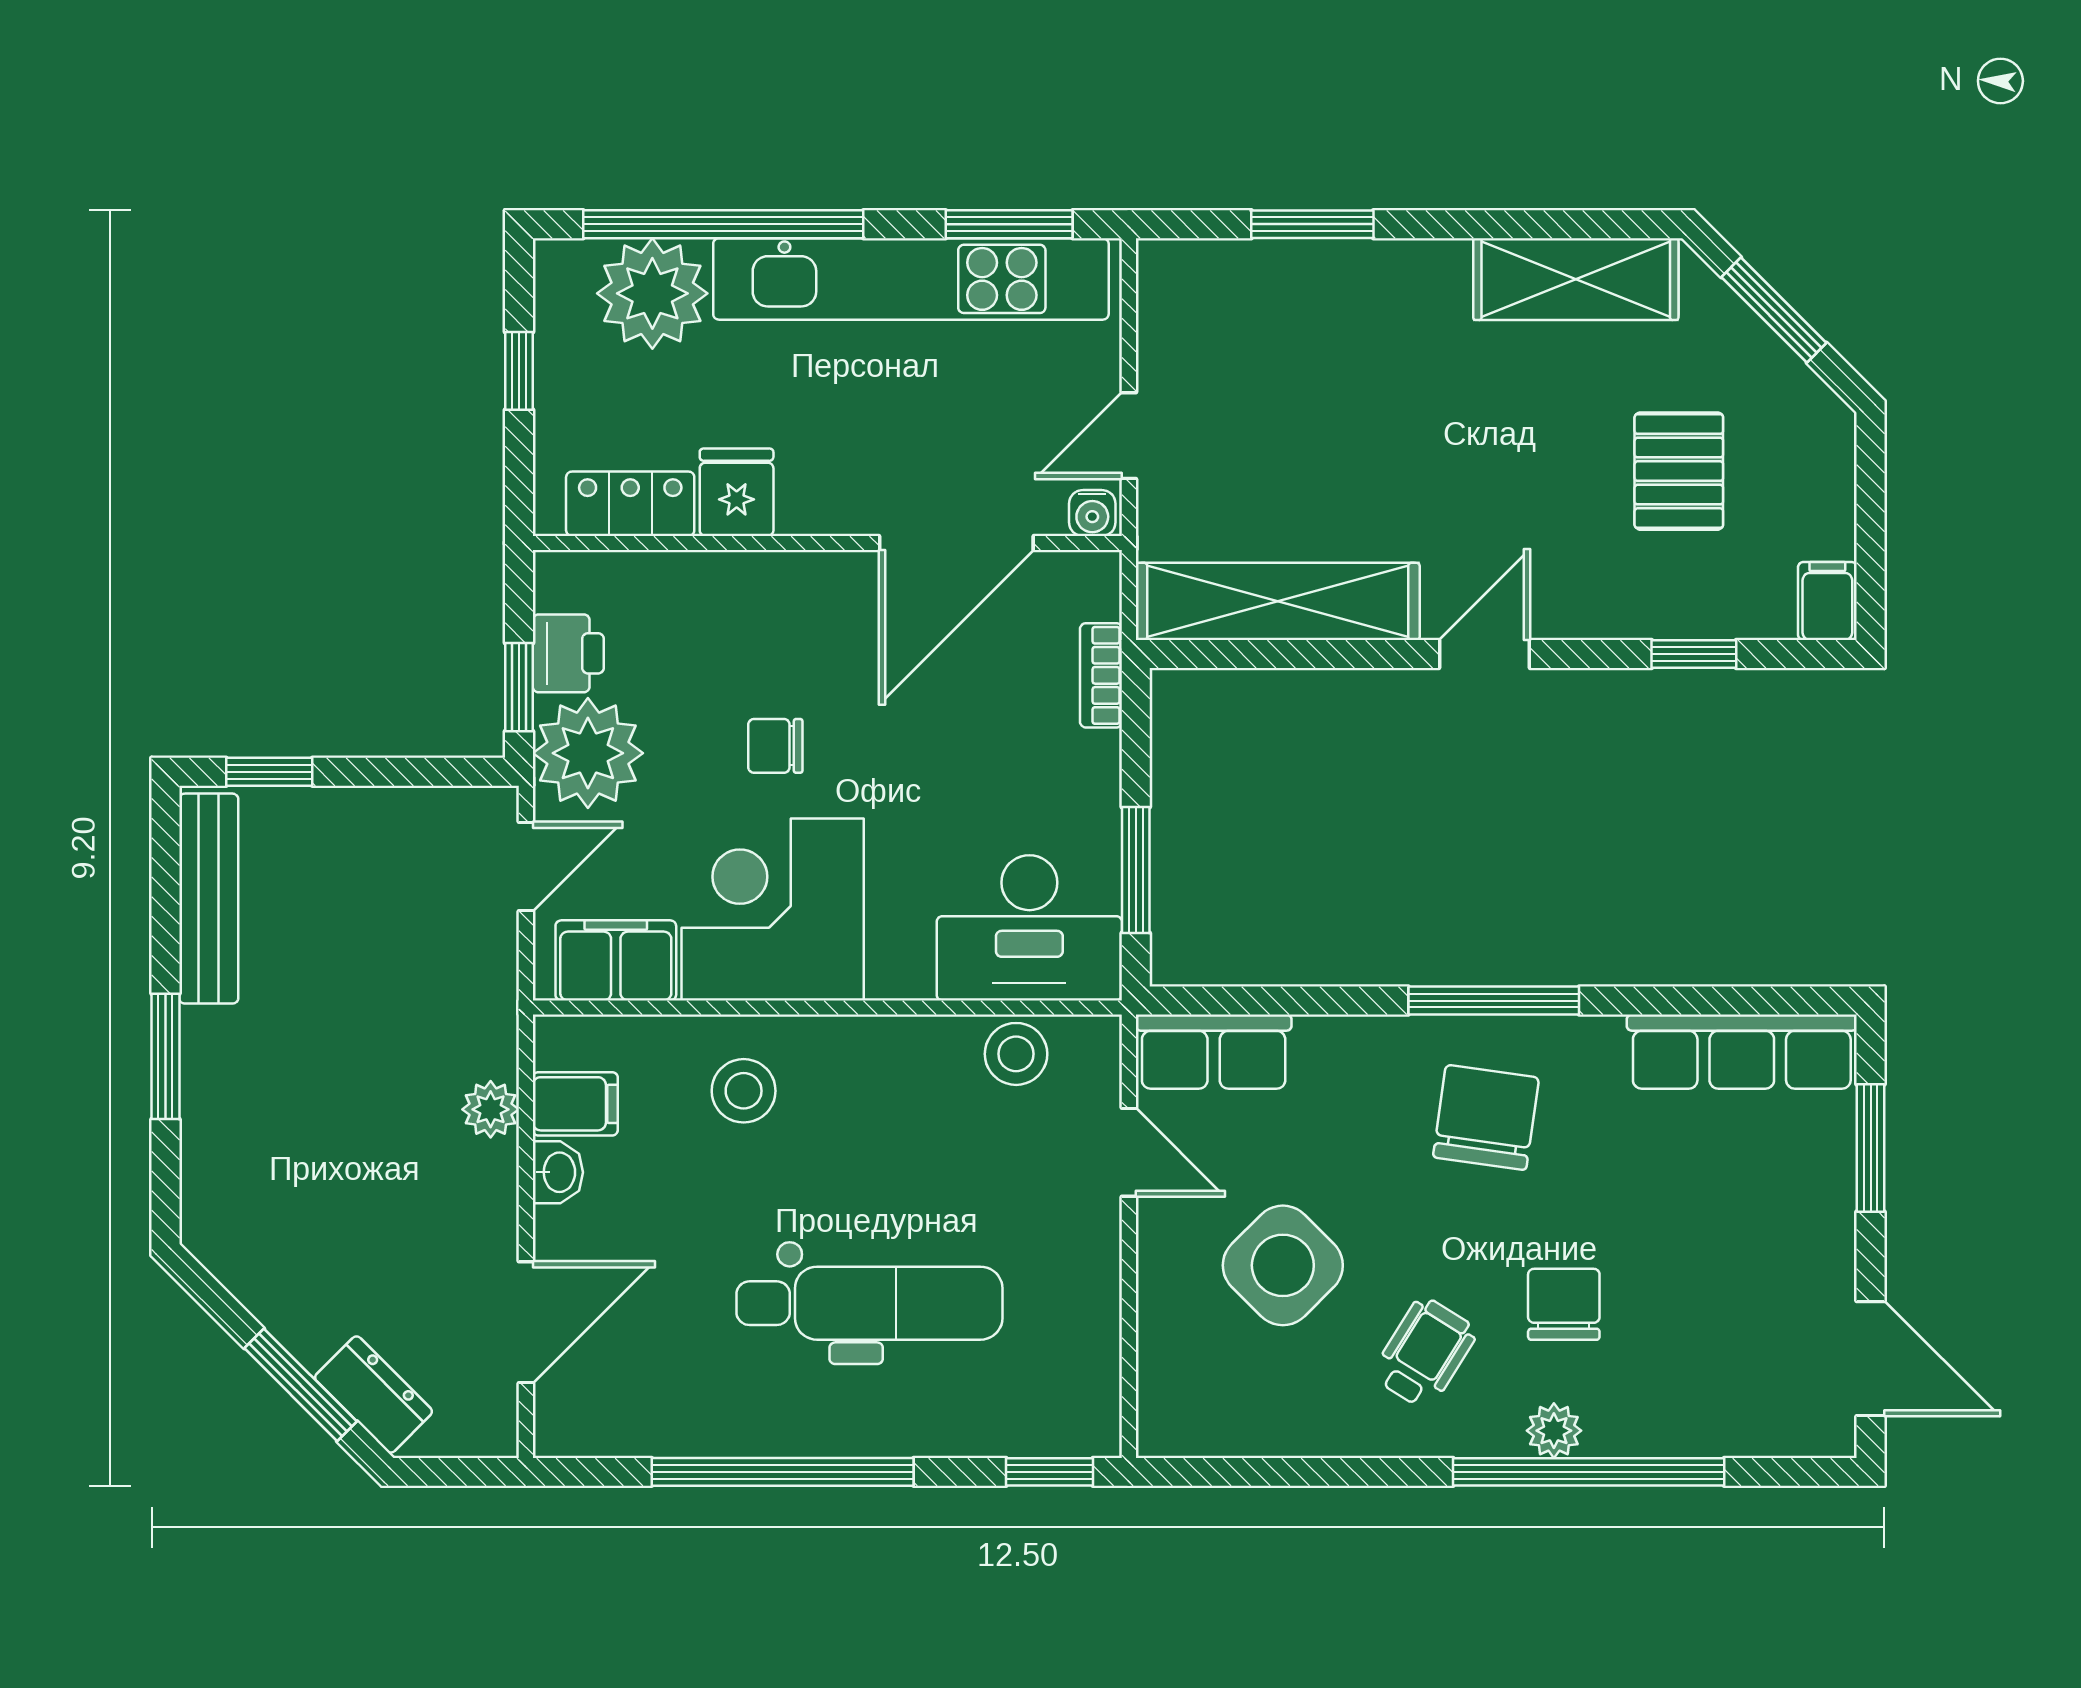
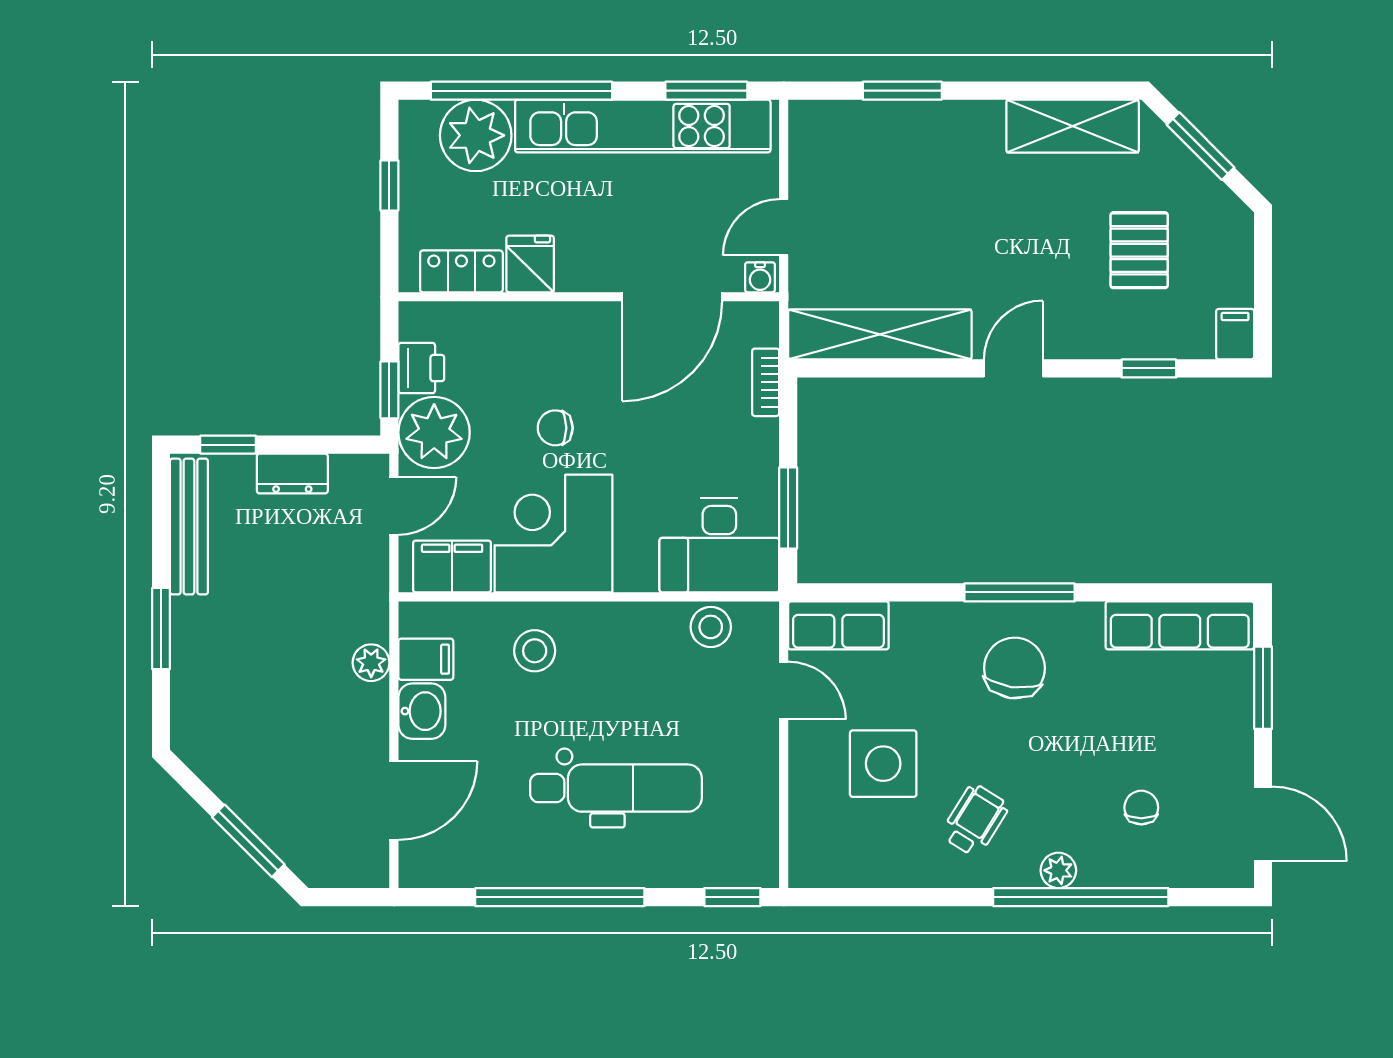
washbasin: (558, 1172) -> (422, 711), width x1.38, depth x1.45
side table: (1283, 1265) -> (883, 764), turned 45
chair: (1564, 1304) -> (1141, 808), moved, width x0.73, depth x0.73
dresser: (373, 1395) -> (292, 473), moved, turned 135

